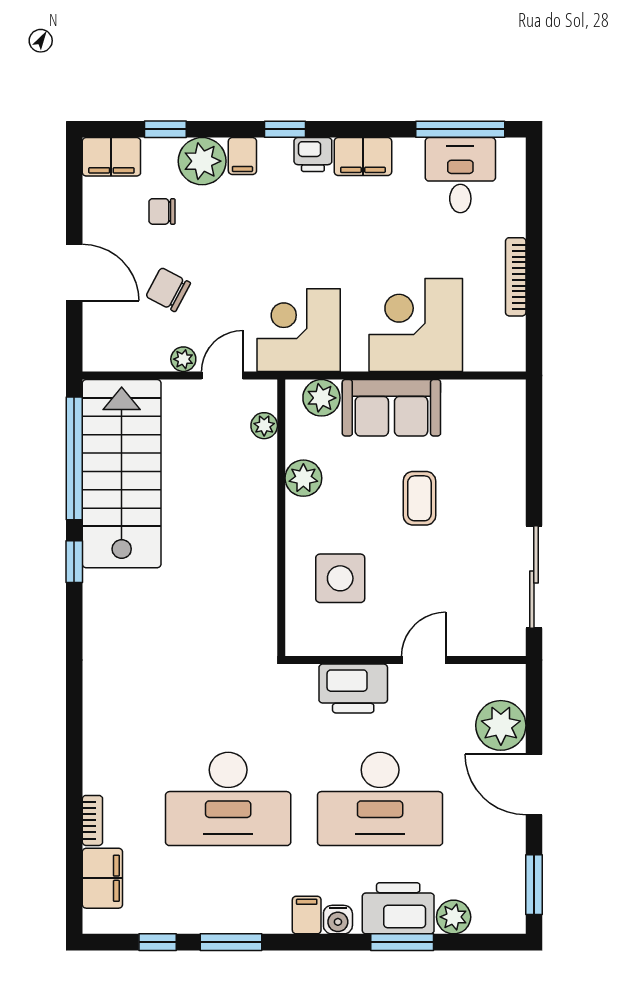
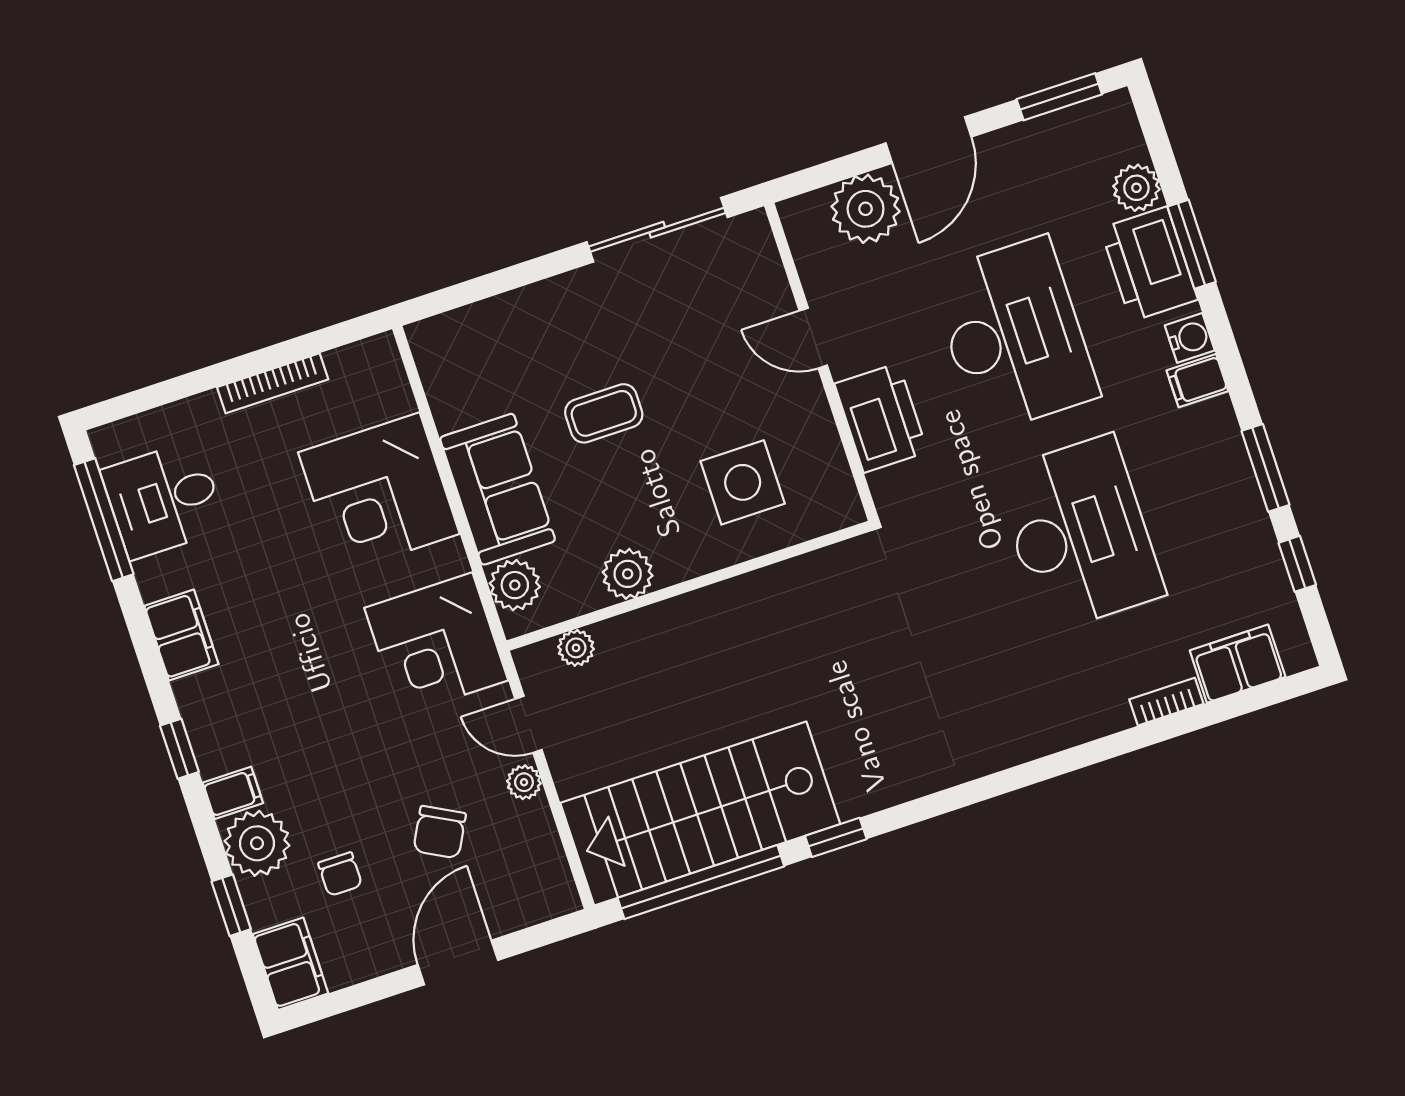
printer: (313, 155) -> (200, 701), removed

